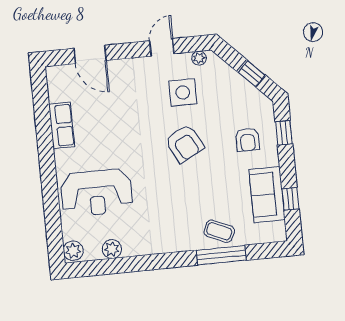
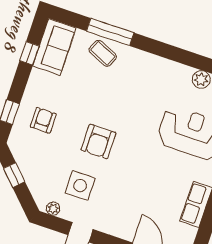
armchair: (184, 144) -> (98, 141), turned -152
sofa: (267, 195) -> (54, 47), moved

